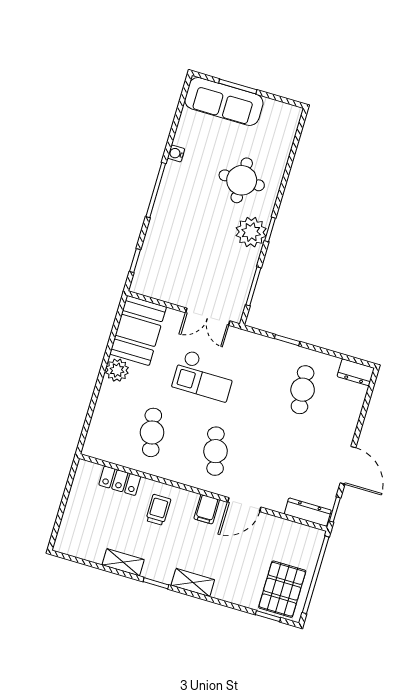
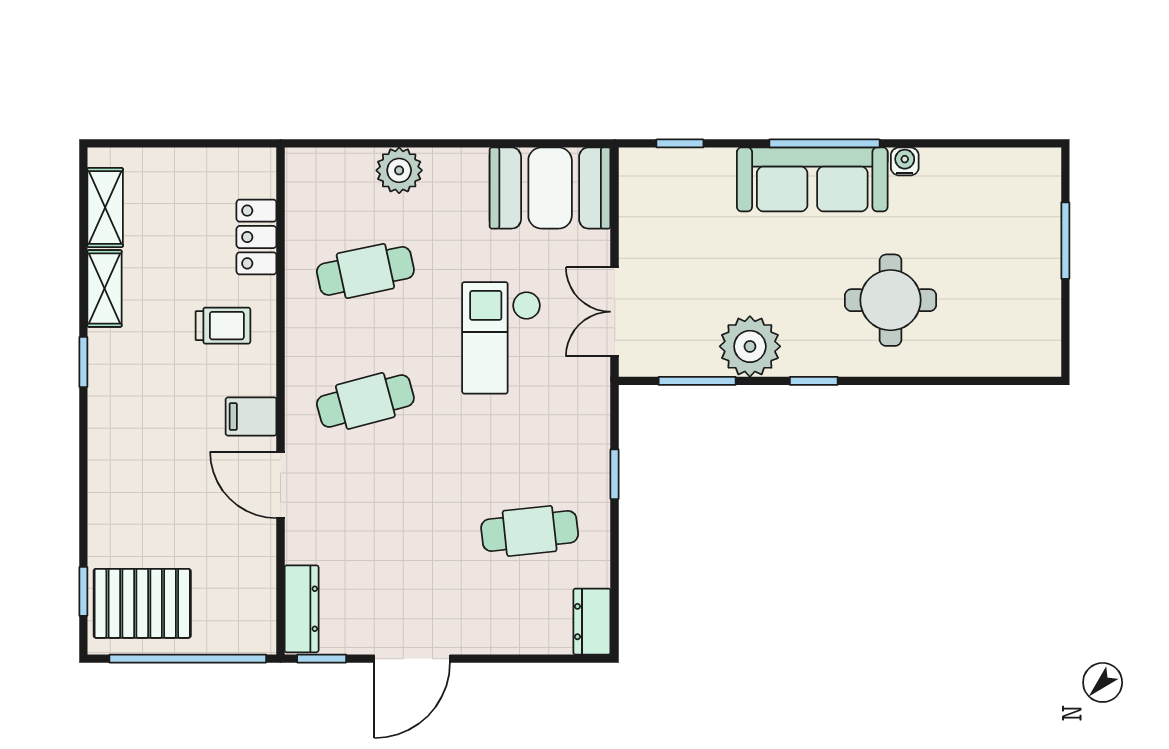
sofa: (224, 101) -> (812, 179), moved, turned -90
plant: (251, 232) -> (750, 346), moved
plant: (117, 370) -> (399, 170), moved
shelving: (193, 583) -> (105, 207), moved

